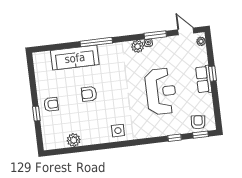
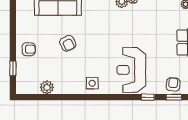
reception desk: (161, 91) -> (131, 70), moved, turned 180
armchair: (89, 94) -> (68, 43), turned -117
window: (36, 114) -> (13, 68), moved

